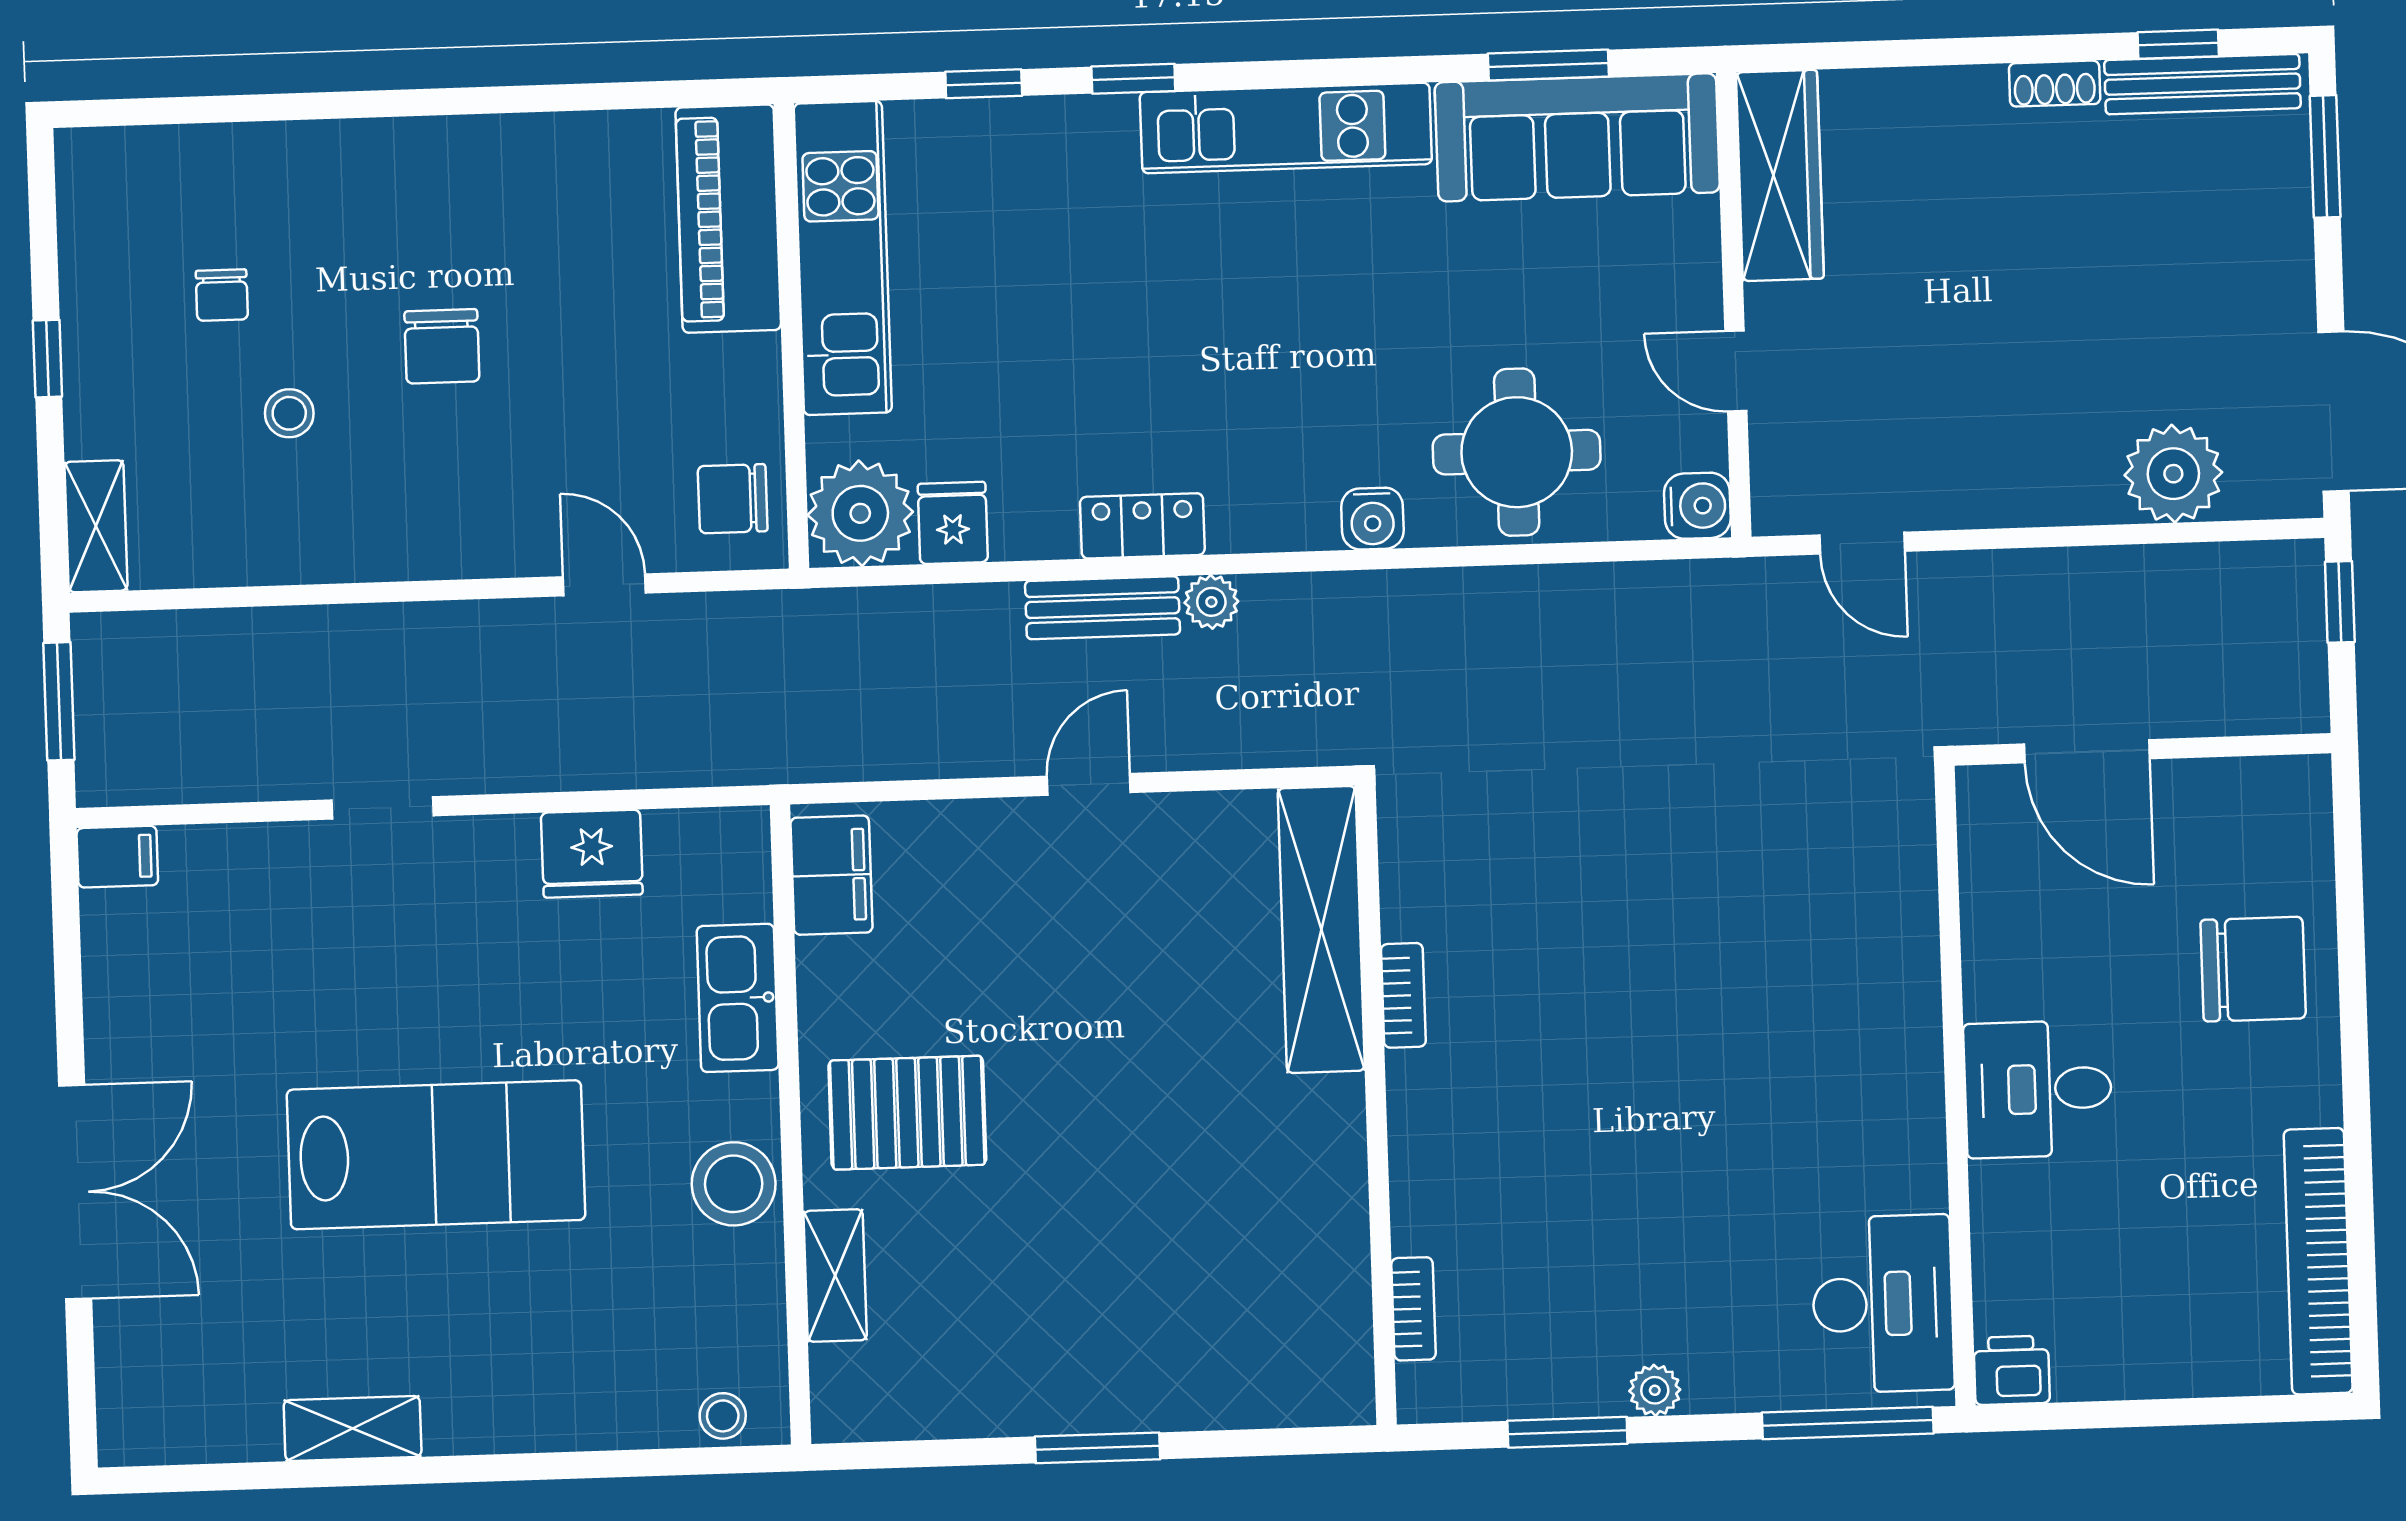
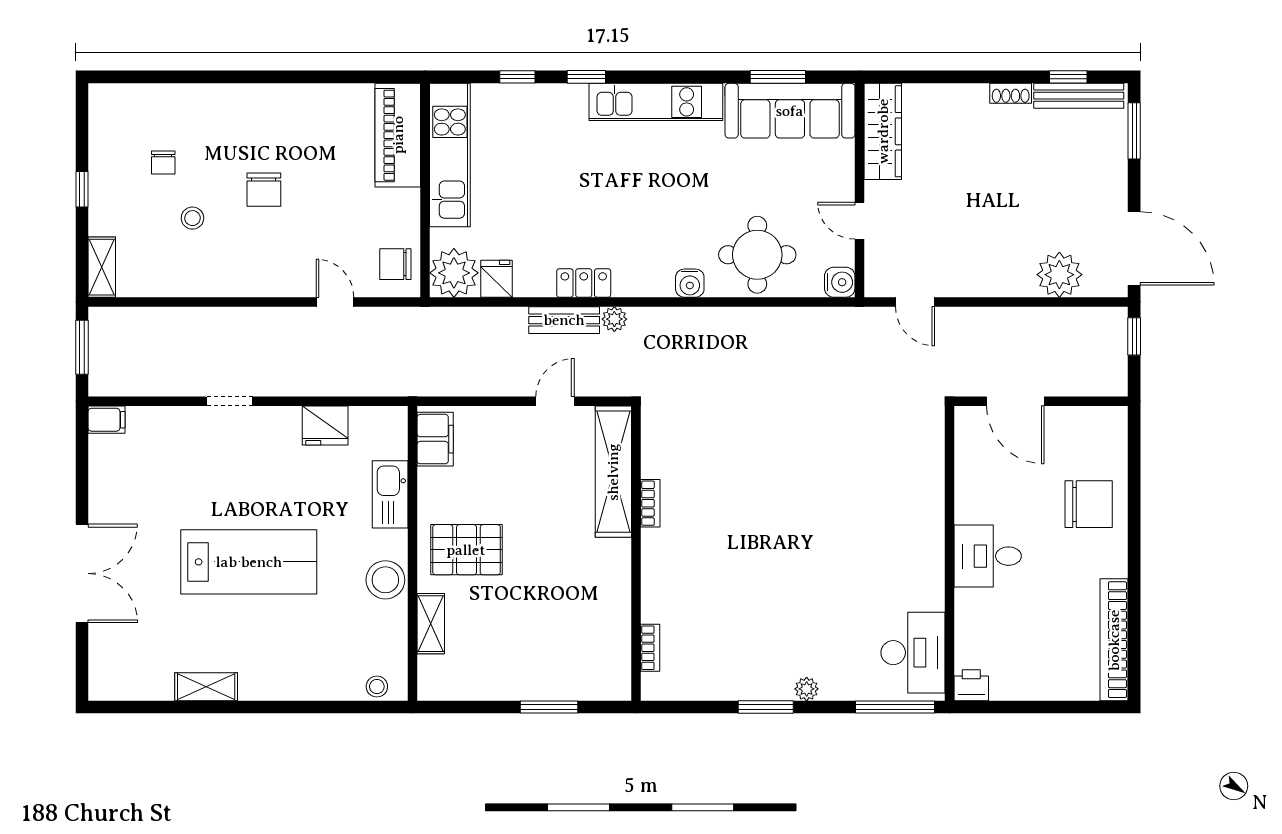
shelving: (1321, 929) -> (613, 472), moved
bookcase: (1403, 995) -> (650, 503), moved
wall: (1376, 1105) -> (636, 553), moved
bookcase: (1414, 1309) -> (650, 648), moved

